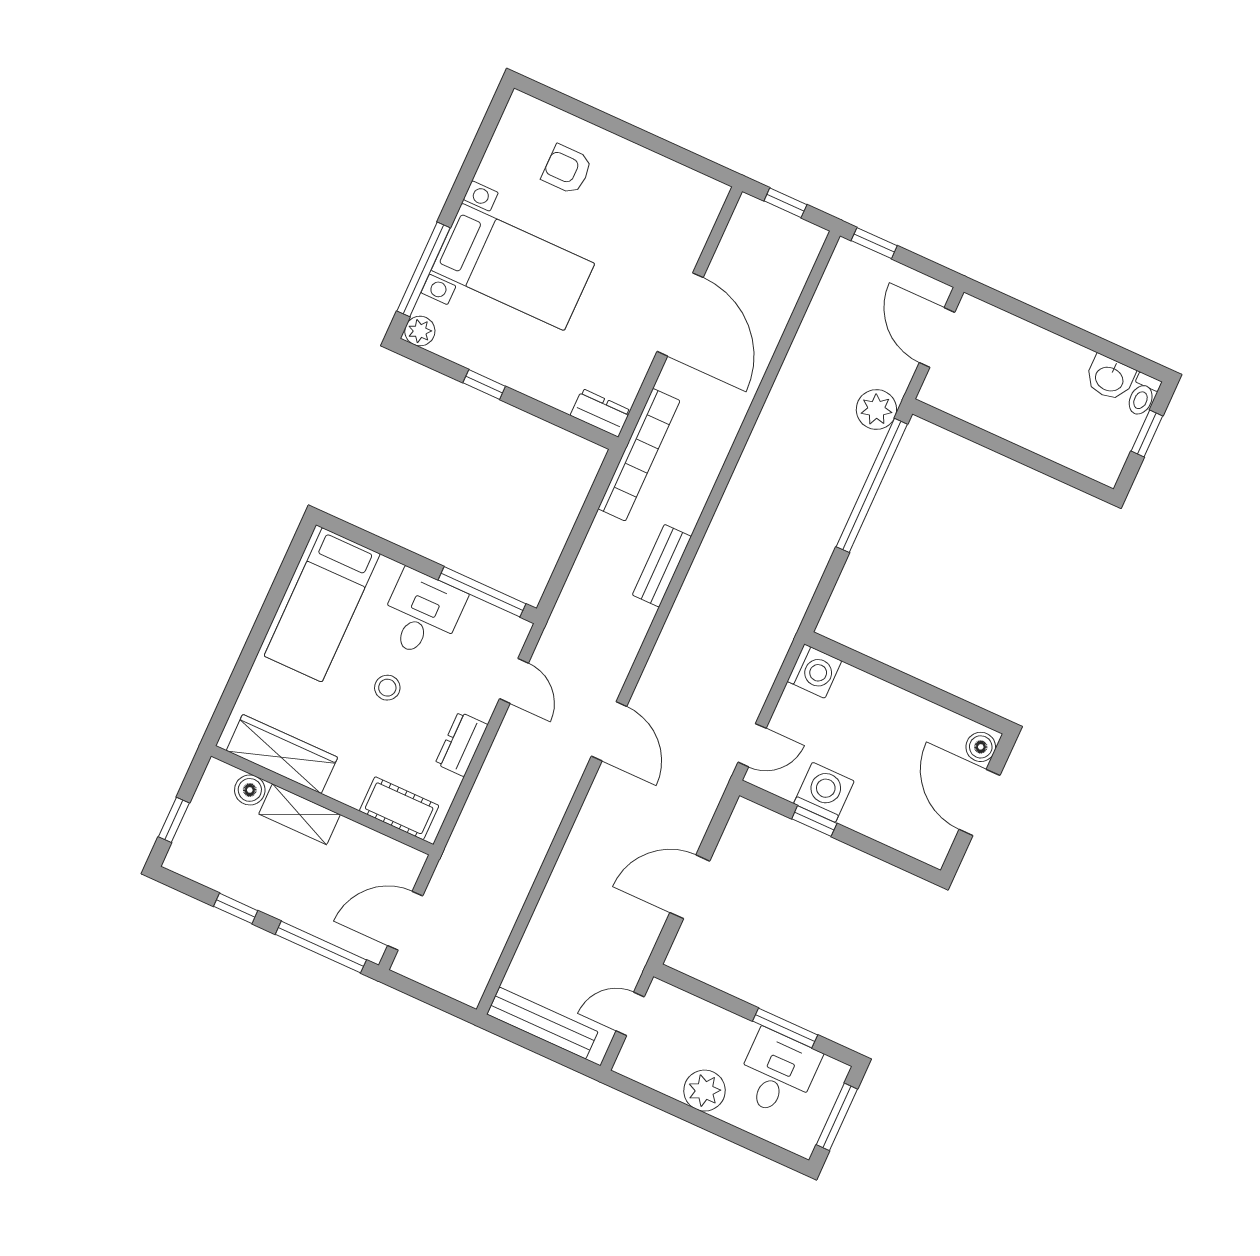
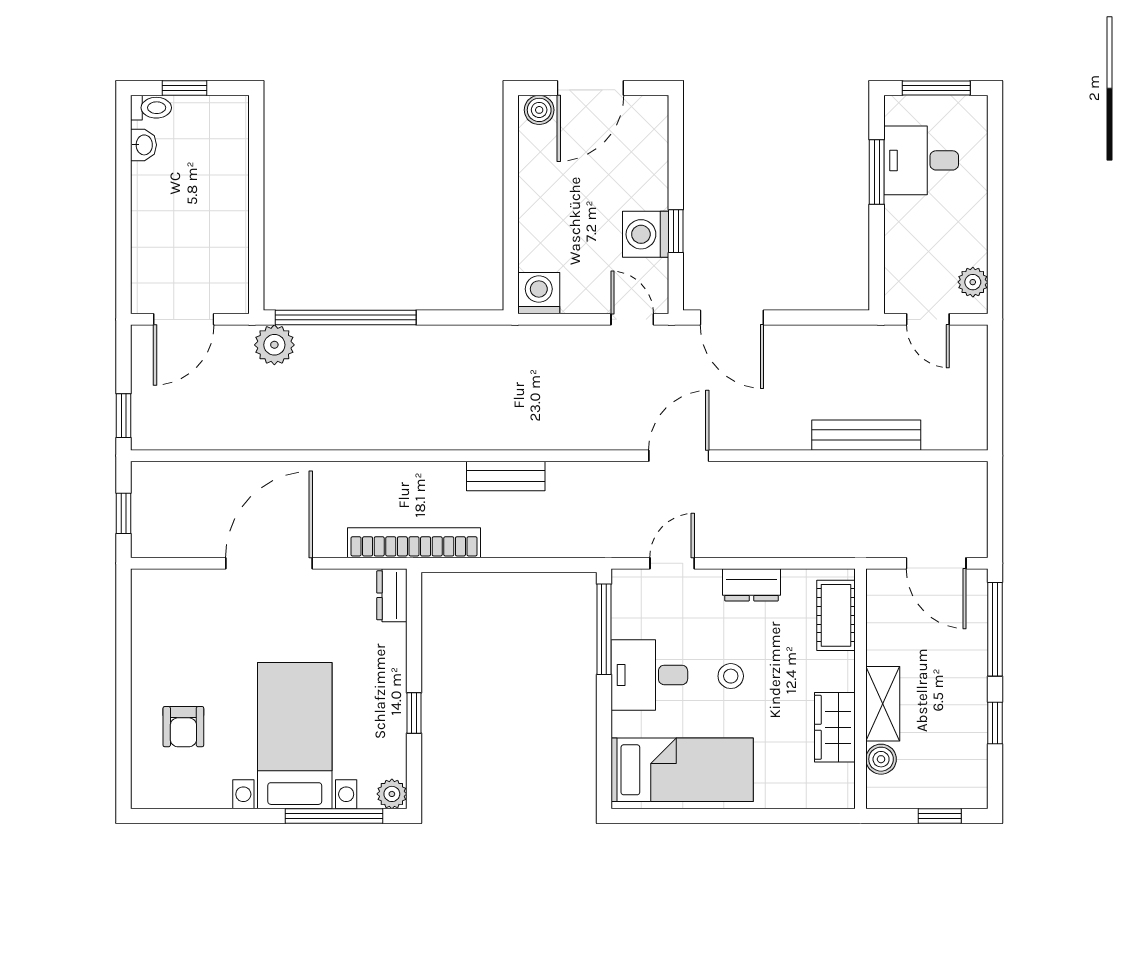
washbasin: (1110, 378) -> (143, 145), width x0.72, depth x0.69
wardrobe: (282, 754) -> (835, 727), width x0.67
door: (690, 887) -> (732, 318), moved
bench: (542, 1023) -> (866, 435), moved, turned 90
plant: (704, 1091) -> (973, 282), moved, width x0.73, depth x0.73

